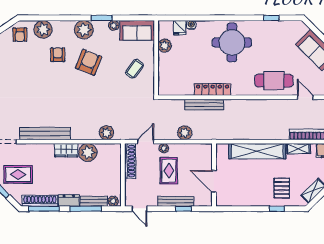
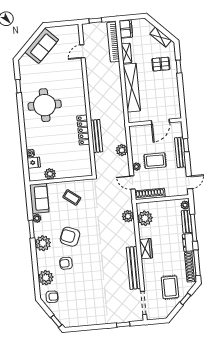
round table: (232, 42) -> (45, 105), moved
cafe table: (274, 81) -> (71, 79), removed
plant: (88, 153) -> (145, 218), moved

